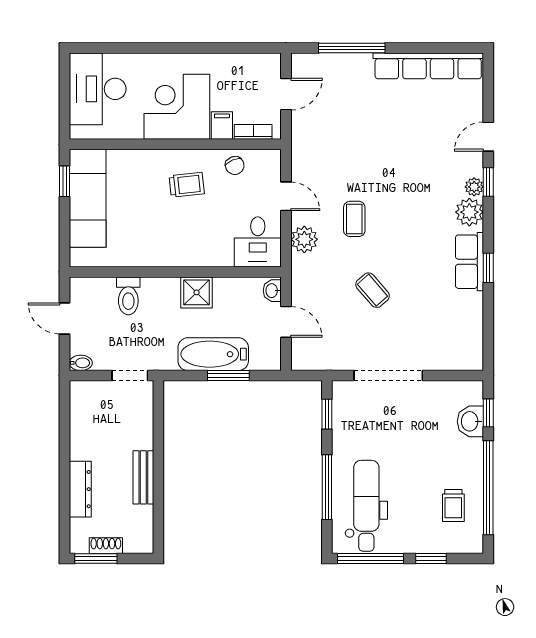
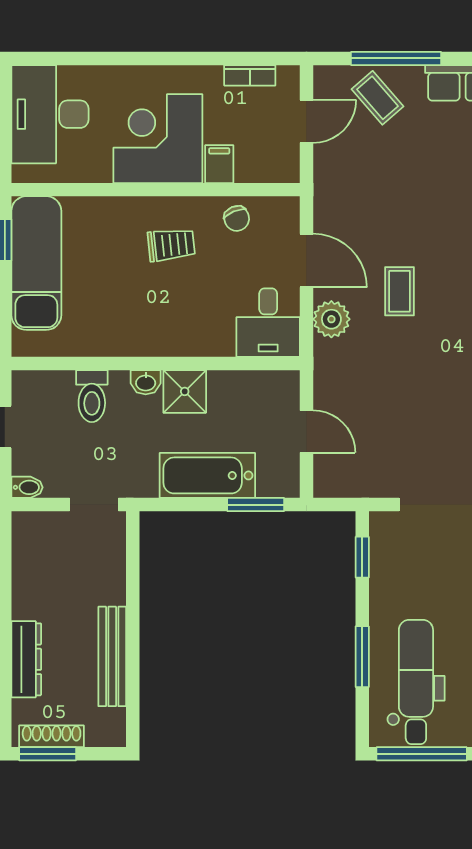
bookcase: (253, 132) -> (250, 75), moved, turned 180
door: (286, 196) -> (307, 261), width x1.38
coffee table: (373, 290) -> (378, 98), moved
washbasin: (272, 291) -> (146, 382), moved, turned -90
window: (228, 375) -> (256, 505), moved
bench: (143, 477) -> (112, 656), width x1.36
window: (327, 487) -> (362, 657), width x0.69
shoe rack: (106, 546) -> (52, 736), width x1.43

